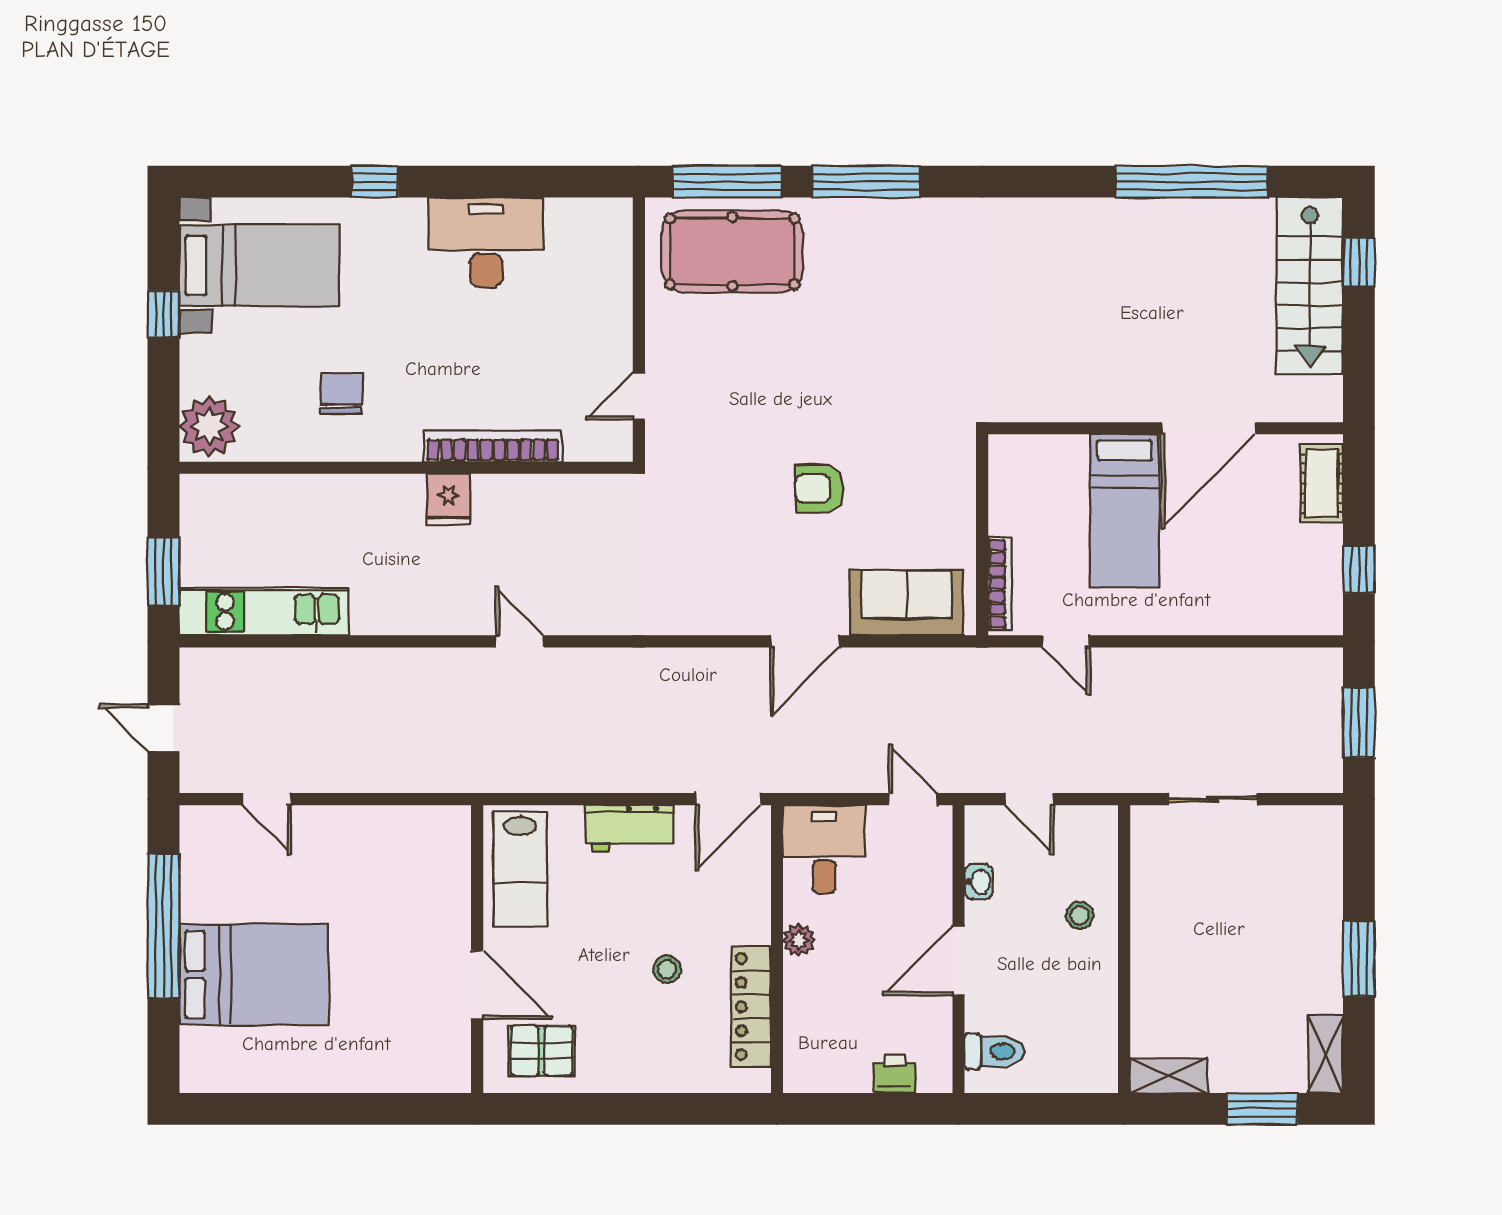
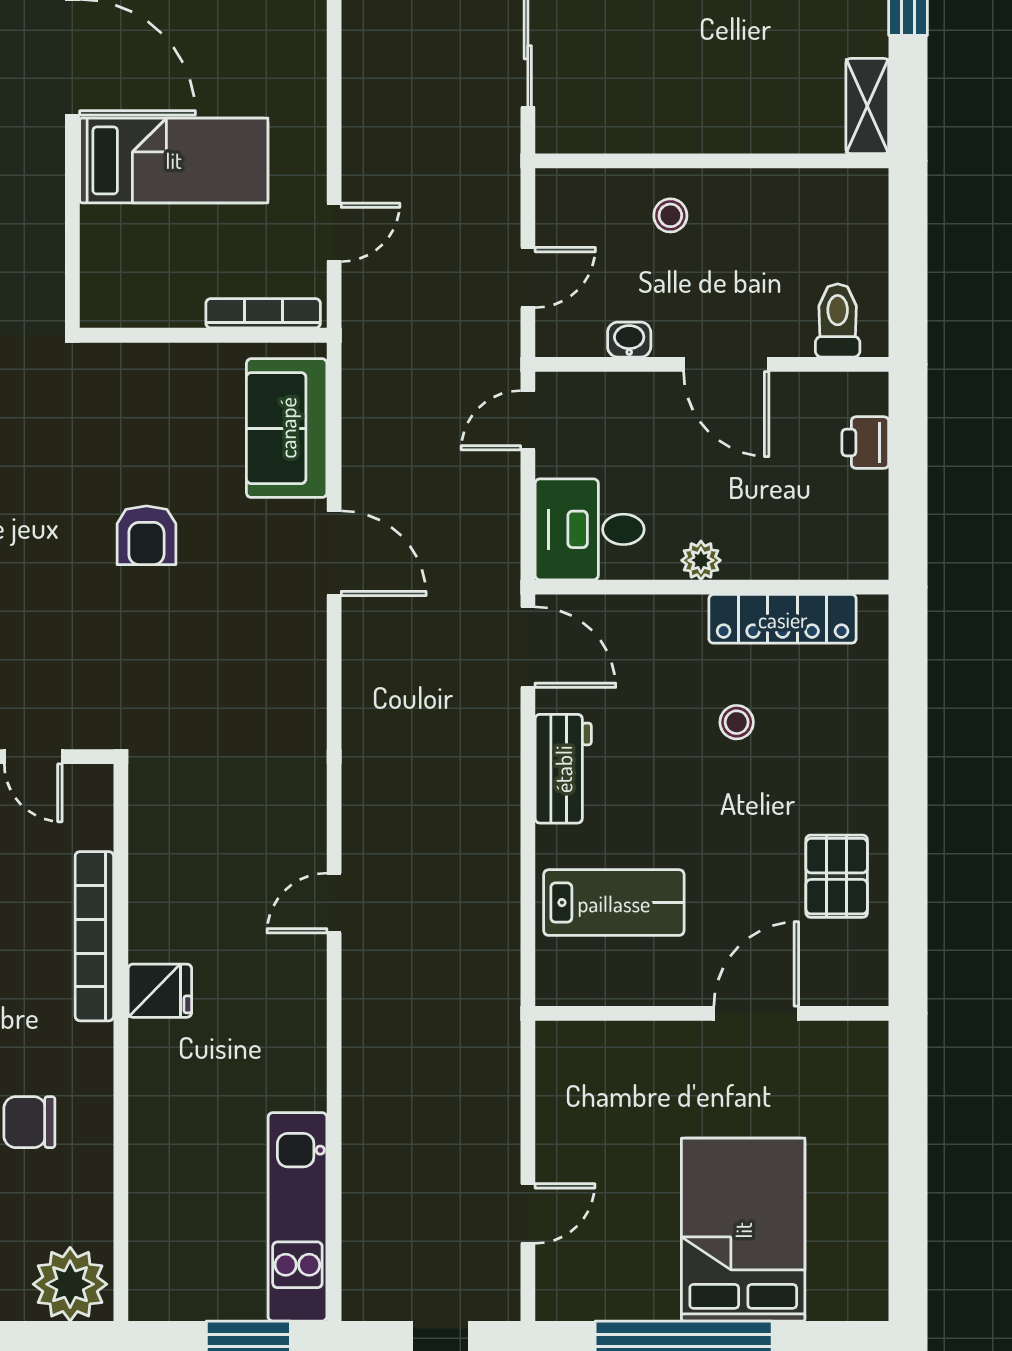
wall: (477, 949) -> (712, 1013), moved
door: (477, 985) -> (756, 1013), moved

